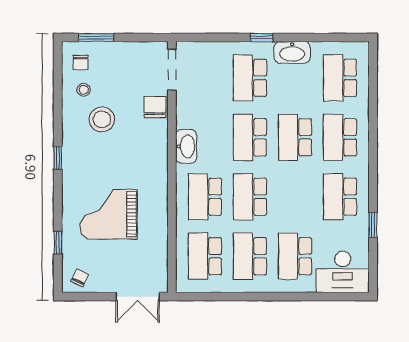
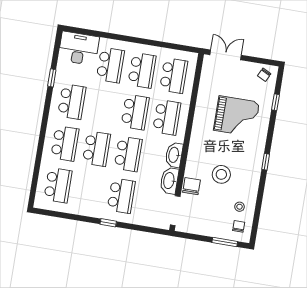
washbasin: (292, 52) -> (169, 181), moved, turned -90
chair: (155, 107) -> (191, 186), turned 180
stool: (102, 119) -> (221, 174), moved

